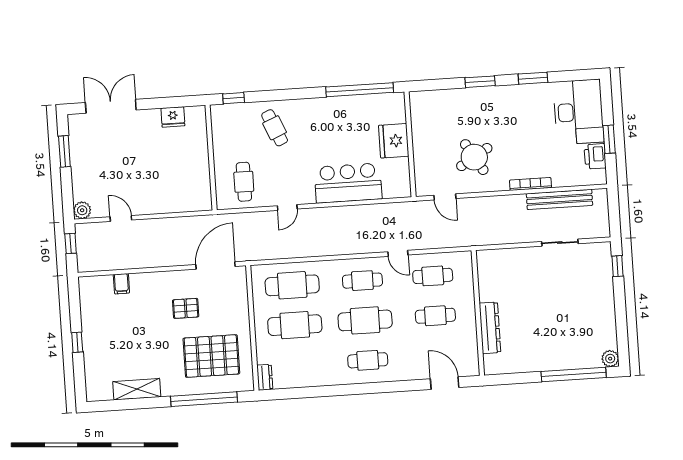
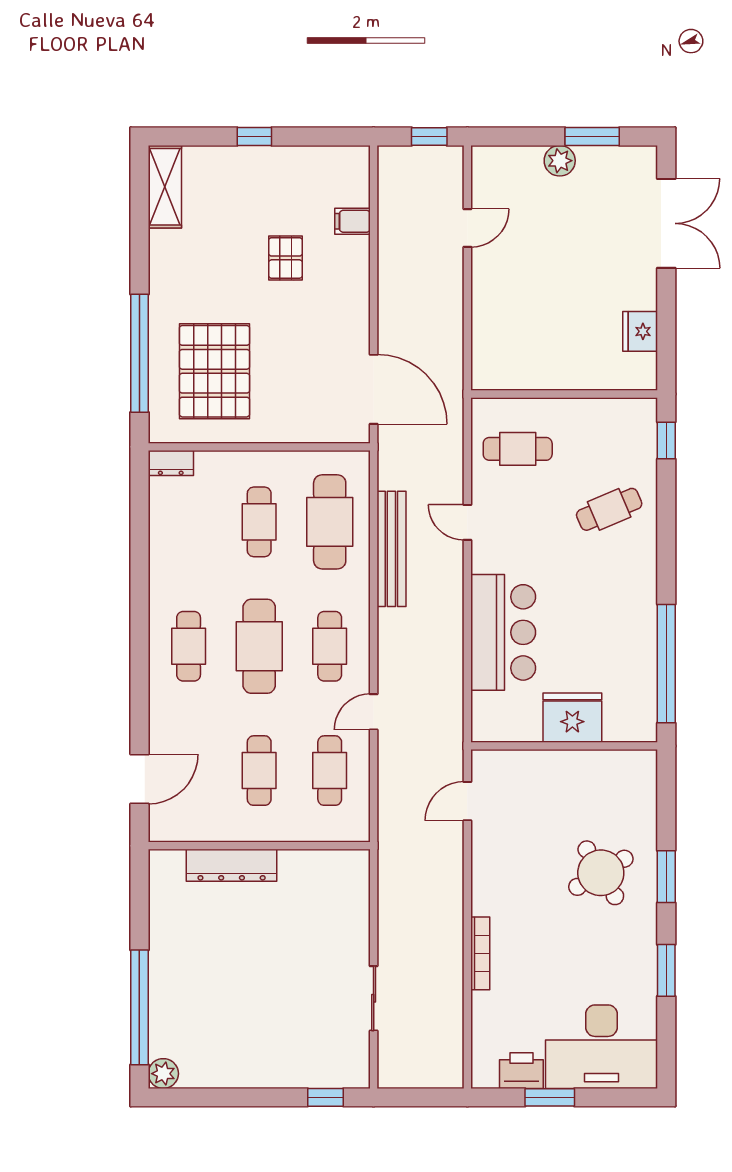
round table: (474, 157) -> (601, 873), moved
bench: (559, 199) -> (391, 549), moved
plant: (82, 210) -> (560, 161), moved
pallet: (186, 308) -> (285, 258), moved
cafe table: (295, 325) -> (259, 522), width x0.73, depth x0.74
shelving: (137, 389) -> (165, 187), moved

